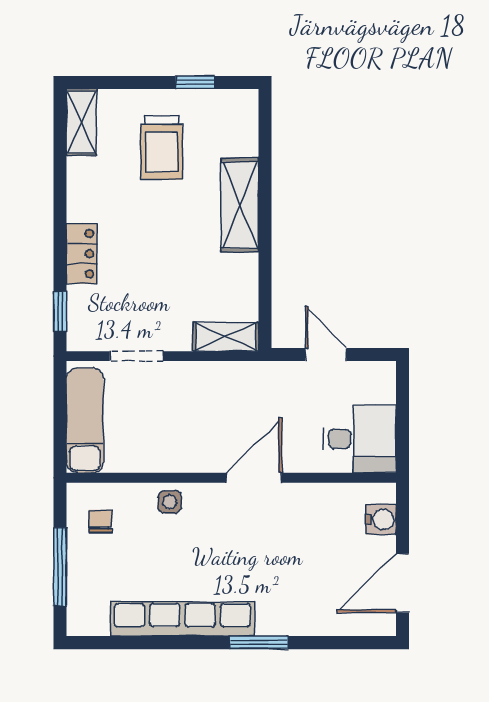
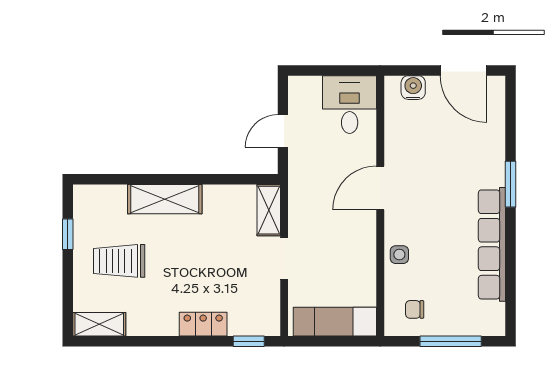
trolley: (162, 147) -> (119, 261), turned 180
doorway: (136, 356) -> (284, 259), moved
door: (254, 478) -> (380, 188), hinge flipped

